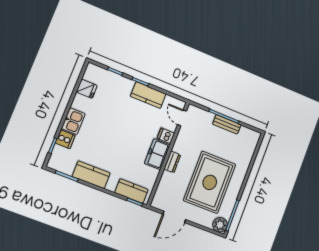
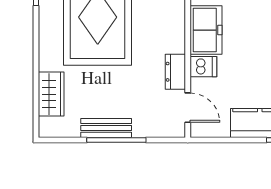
wardrobe: (247, 152) -> (51, 94), added
dresser: (172, 162) -> (175, 72), moved

